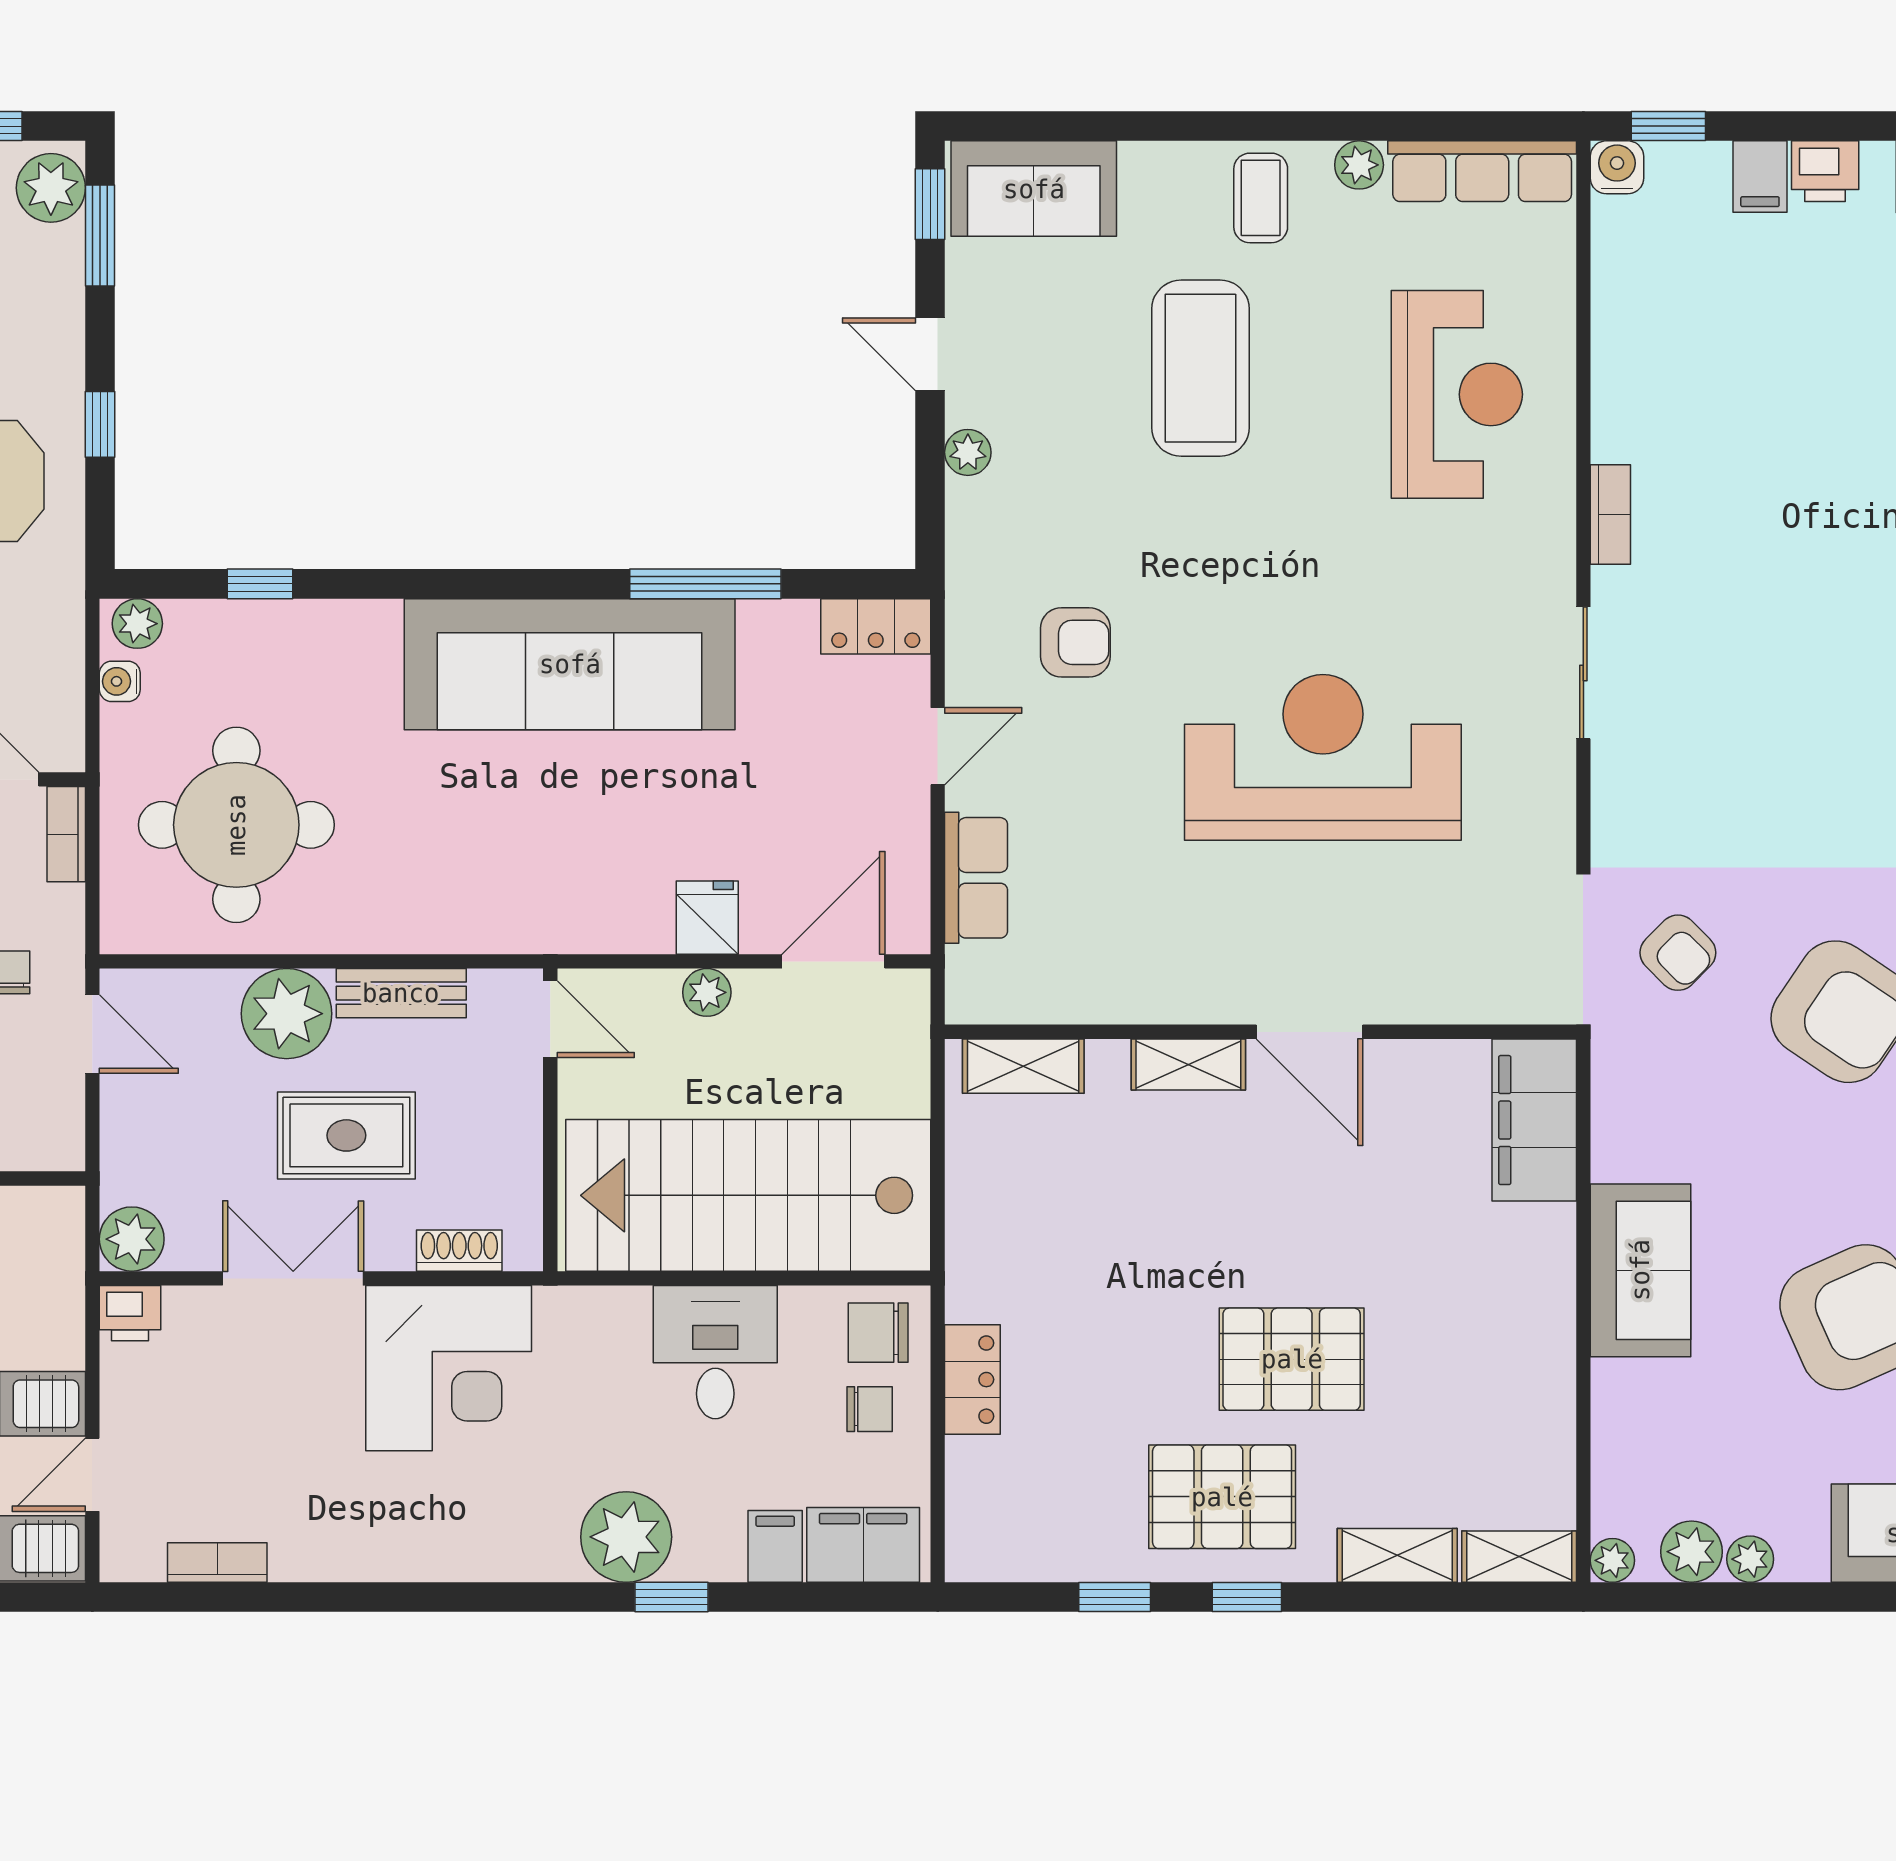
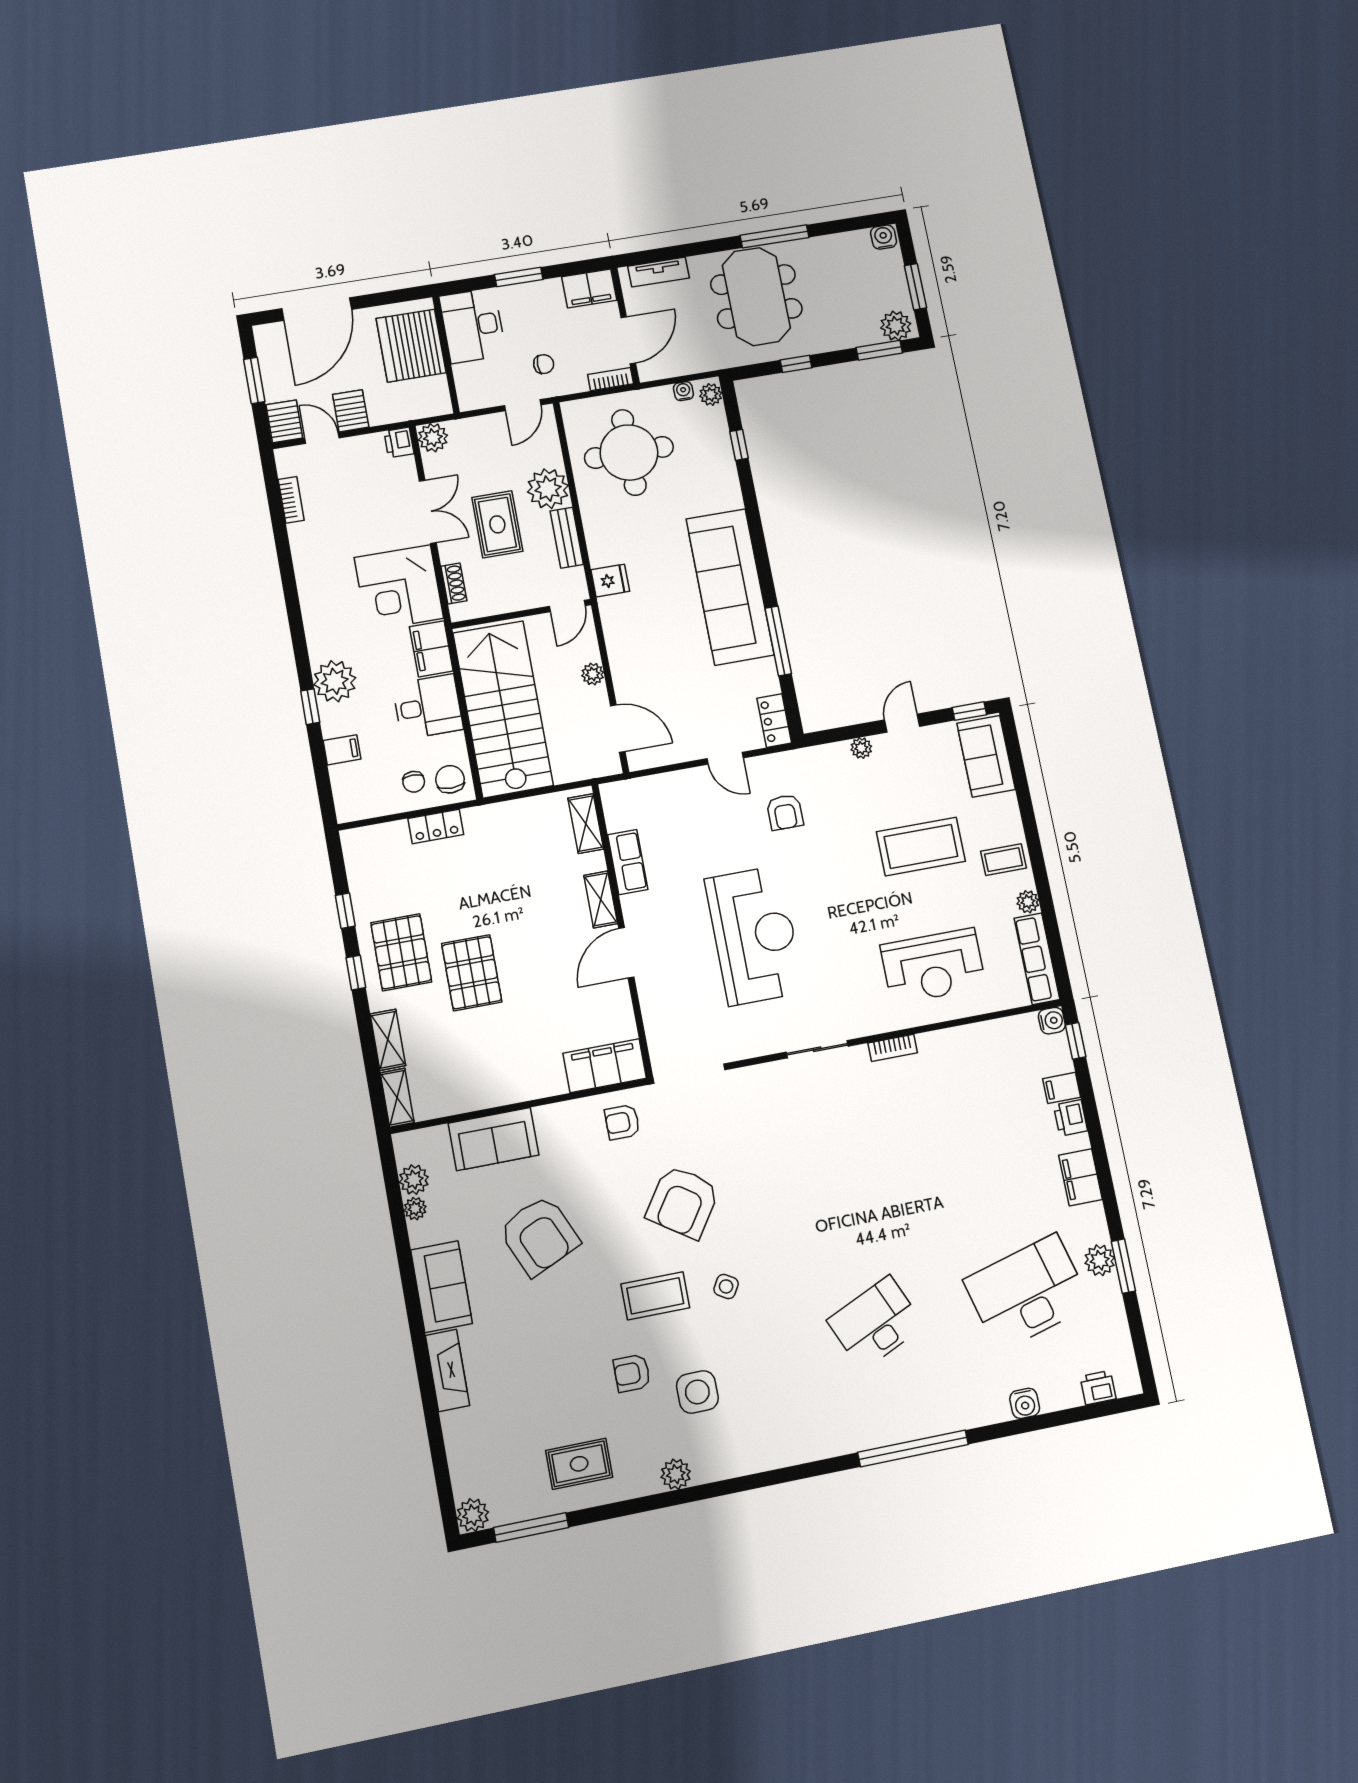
row of seats: (976, 878) -> (628, 862), moved, turned -90
fridge: (707, 918) -> (610, 581), moved
armchair: (1678, 953) -> (622, 1122), moved, turned 45
sofa: (1640, 1270) -> (494, 1139), moved
filing cabinet: (863, 1545) -> (431, 649), moved, turned 180
plant: (1612, 1560) -> (403, 1143), removed

